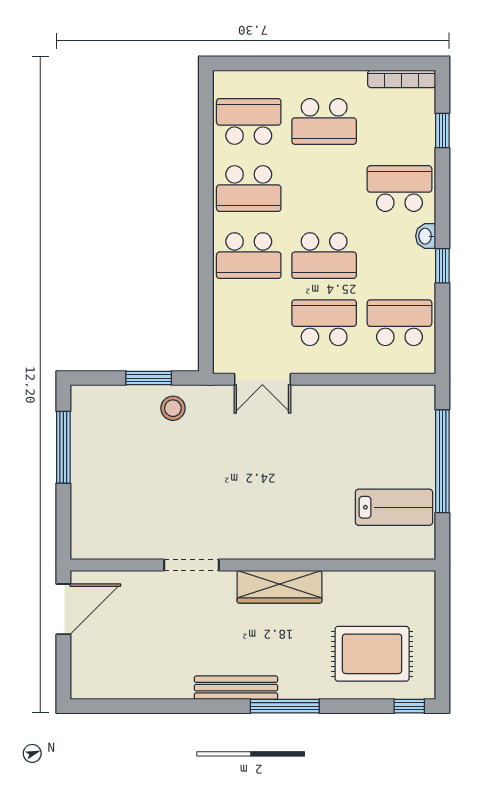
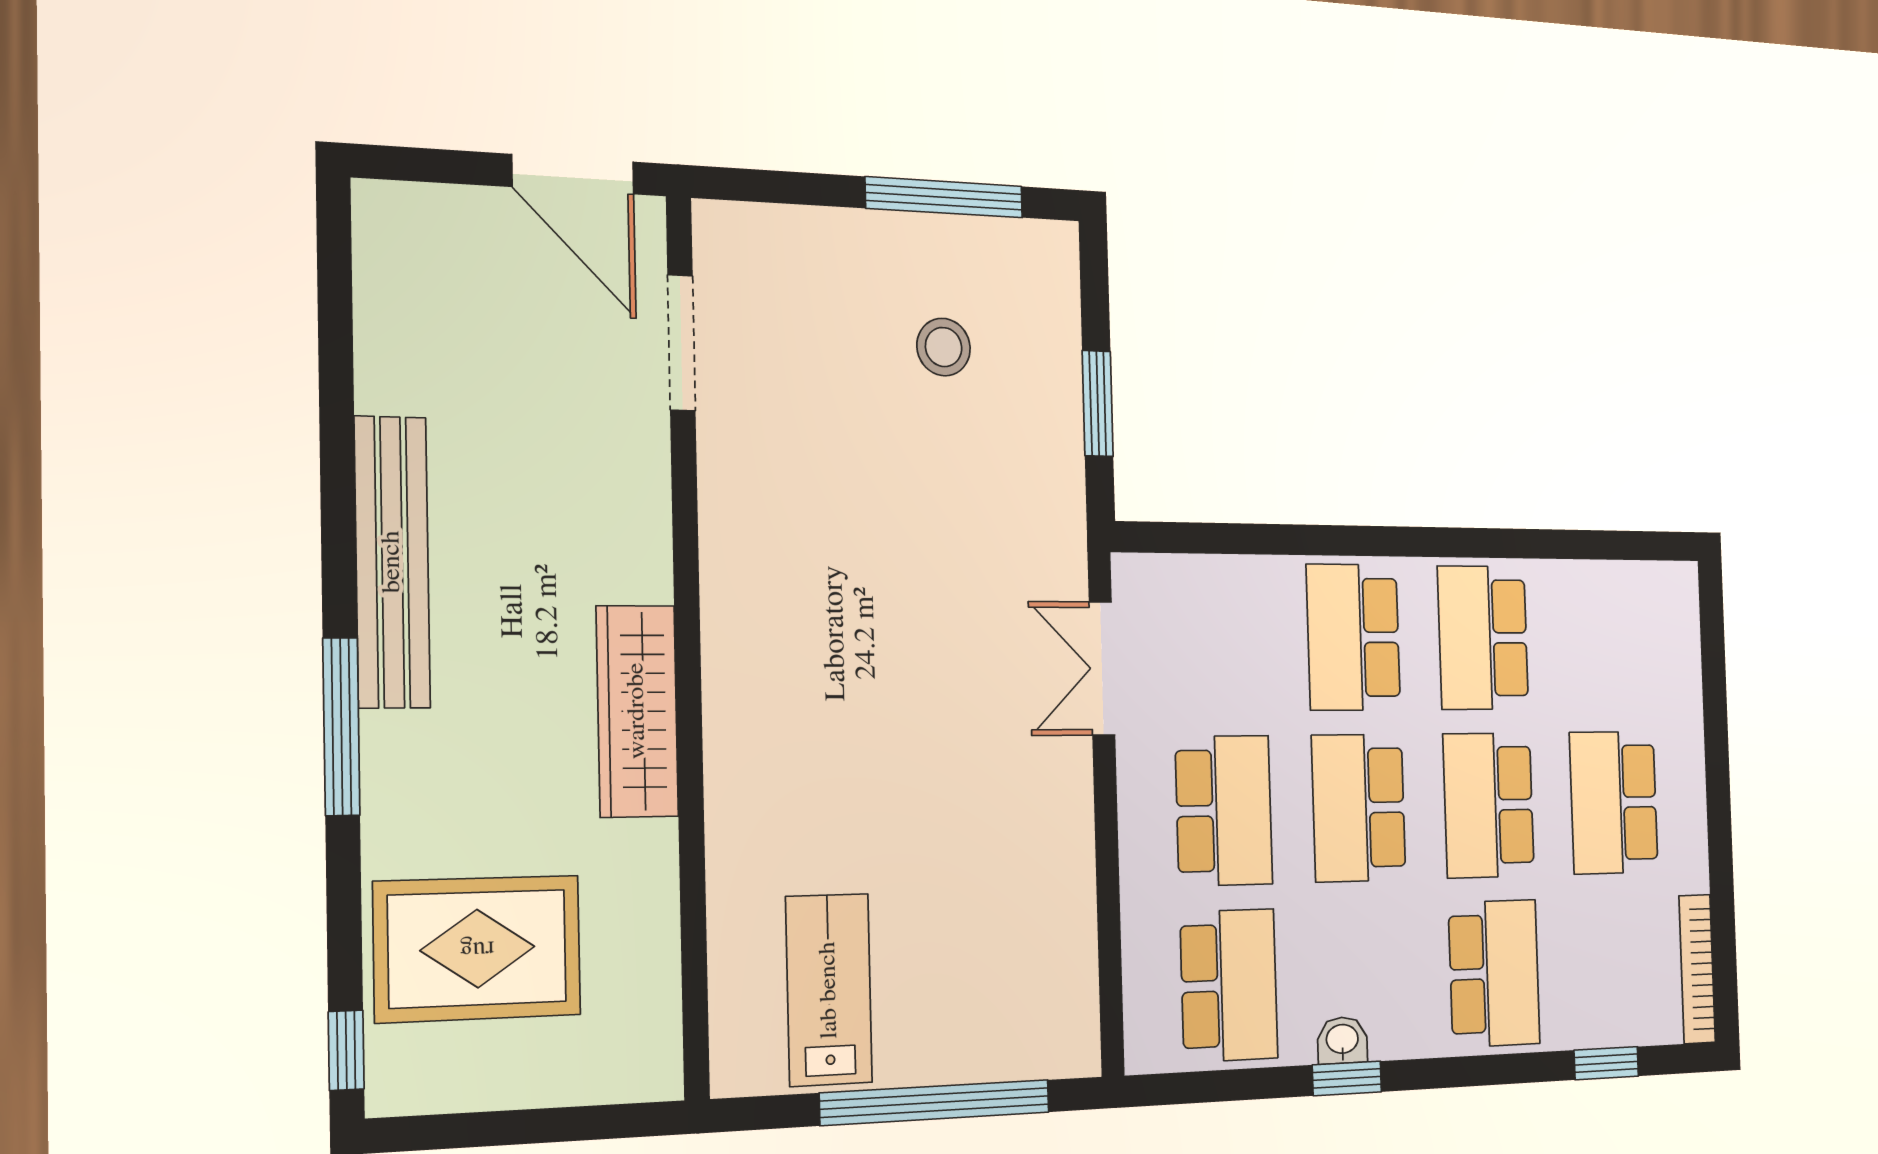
school desk: (249, 121) -> (1489, 805), moved, turned 180
washbasin: (426, 236) -> (1342, 1040), moved
stool: (173, 408) -> (944, 347), moved
lab bench: (394, 507) -> (829, 990), turned 180
doorway: (191, 565) -> (681, 343), moved
rug: (372, 654) -> (477, 949), turned 90
bench: (236, 688) -> (392, 562), width x1.37, depth x1.21

